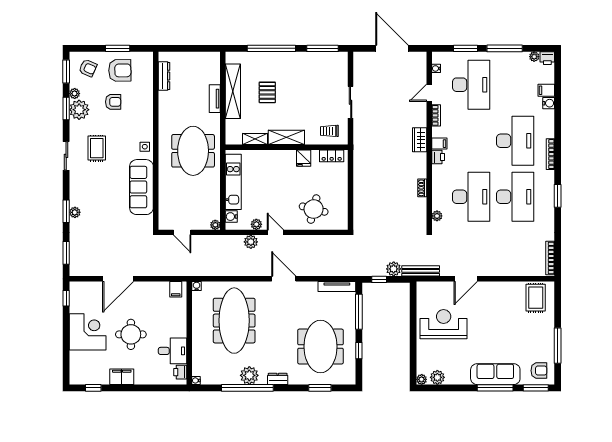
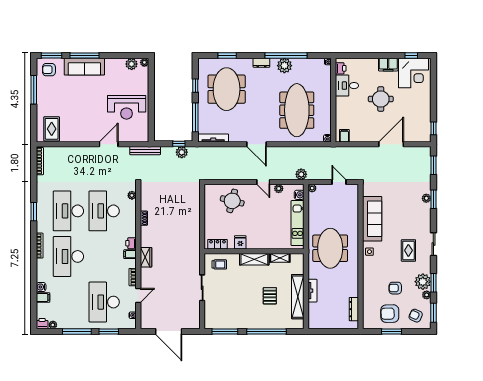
plant: (251, 242) -> (301, 174), moved
plant: (394, 269) -> (182, 152), moved
corner desk: (88, 332) -> (414, 73), moved, turned -90

